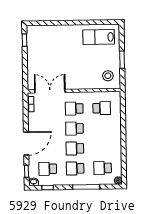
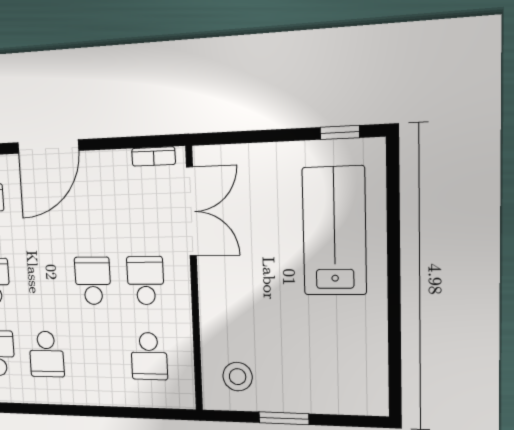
lab bench: (99, 37) -> (334, 231), moved, width x1.36, depth x1.39
door: (26, 143) -> (48, 147), hinge flipped
school desk: (75, 148) -> (47, 354), moved, turned 180

